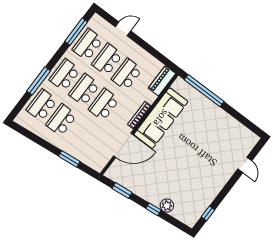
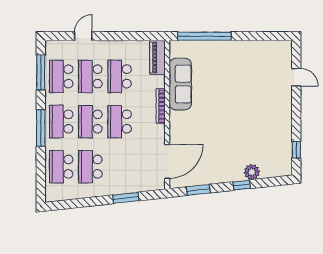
window: (39, 81) -> (41, 128), moved
sofa: (161, 118) -> (180, 84), width x0.74, depth x0.79
door: (123, 145) -> (167, 161), moved

